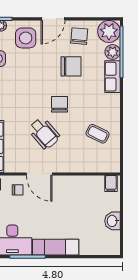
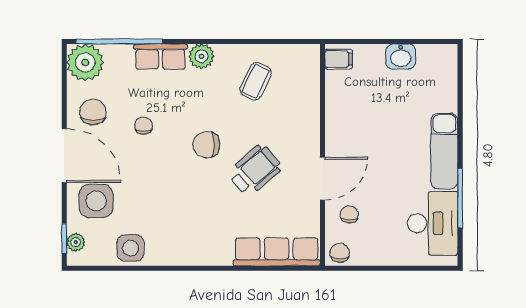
door: (53, 19) -> (64, 156), width x1.36
chair: (79, 36) -> (93, 112), turned 85
plant: (113, 52) -> (201, 56), moved
chair: (71, 66) -> (144, 126), width x0.54, depth x0.54

